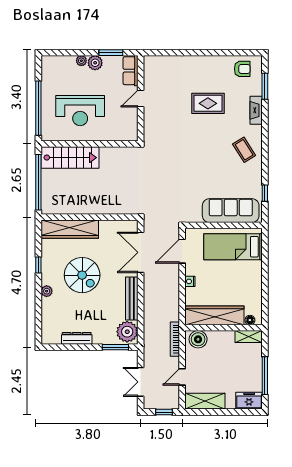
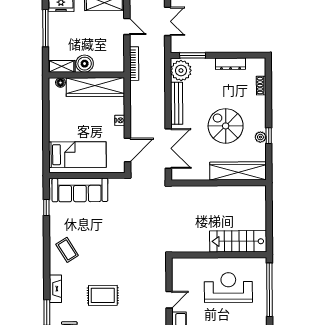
window: (38, 182) -> (269, 217), removed
plant: (47, 291) -> (260, 137), moved
shoe rack: (46, 316) -> (261, 86), added
boiler: (198, 339) -> (85, 64), moved
door: (182, 377) -> (127, 27), hinge flipped

